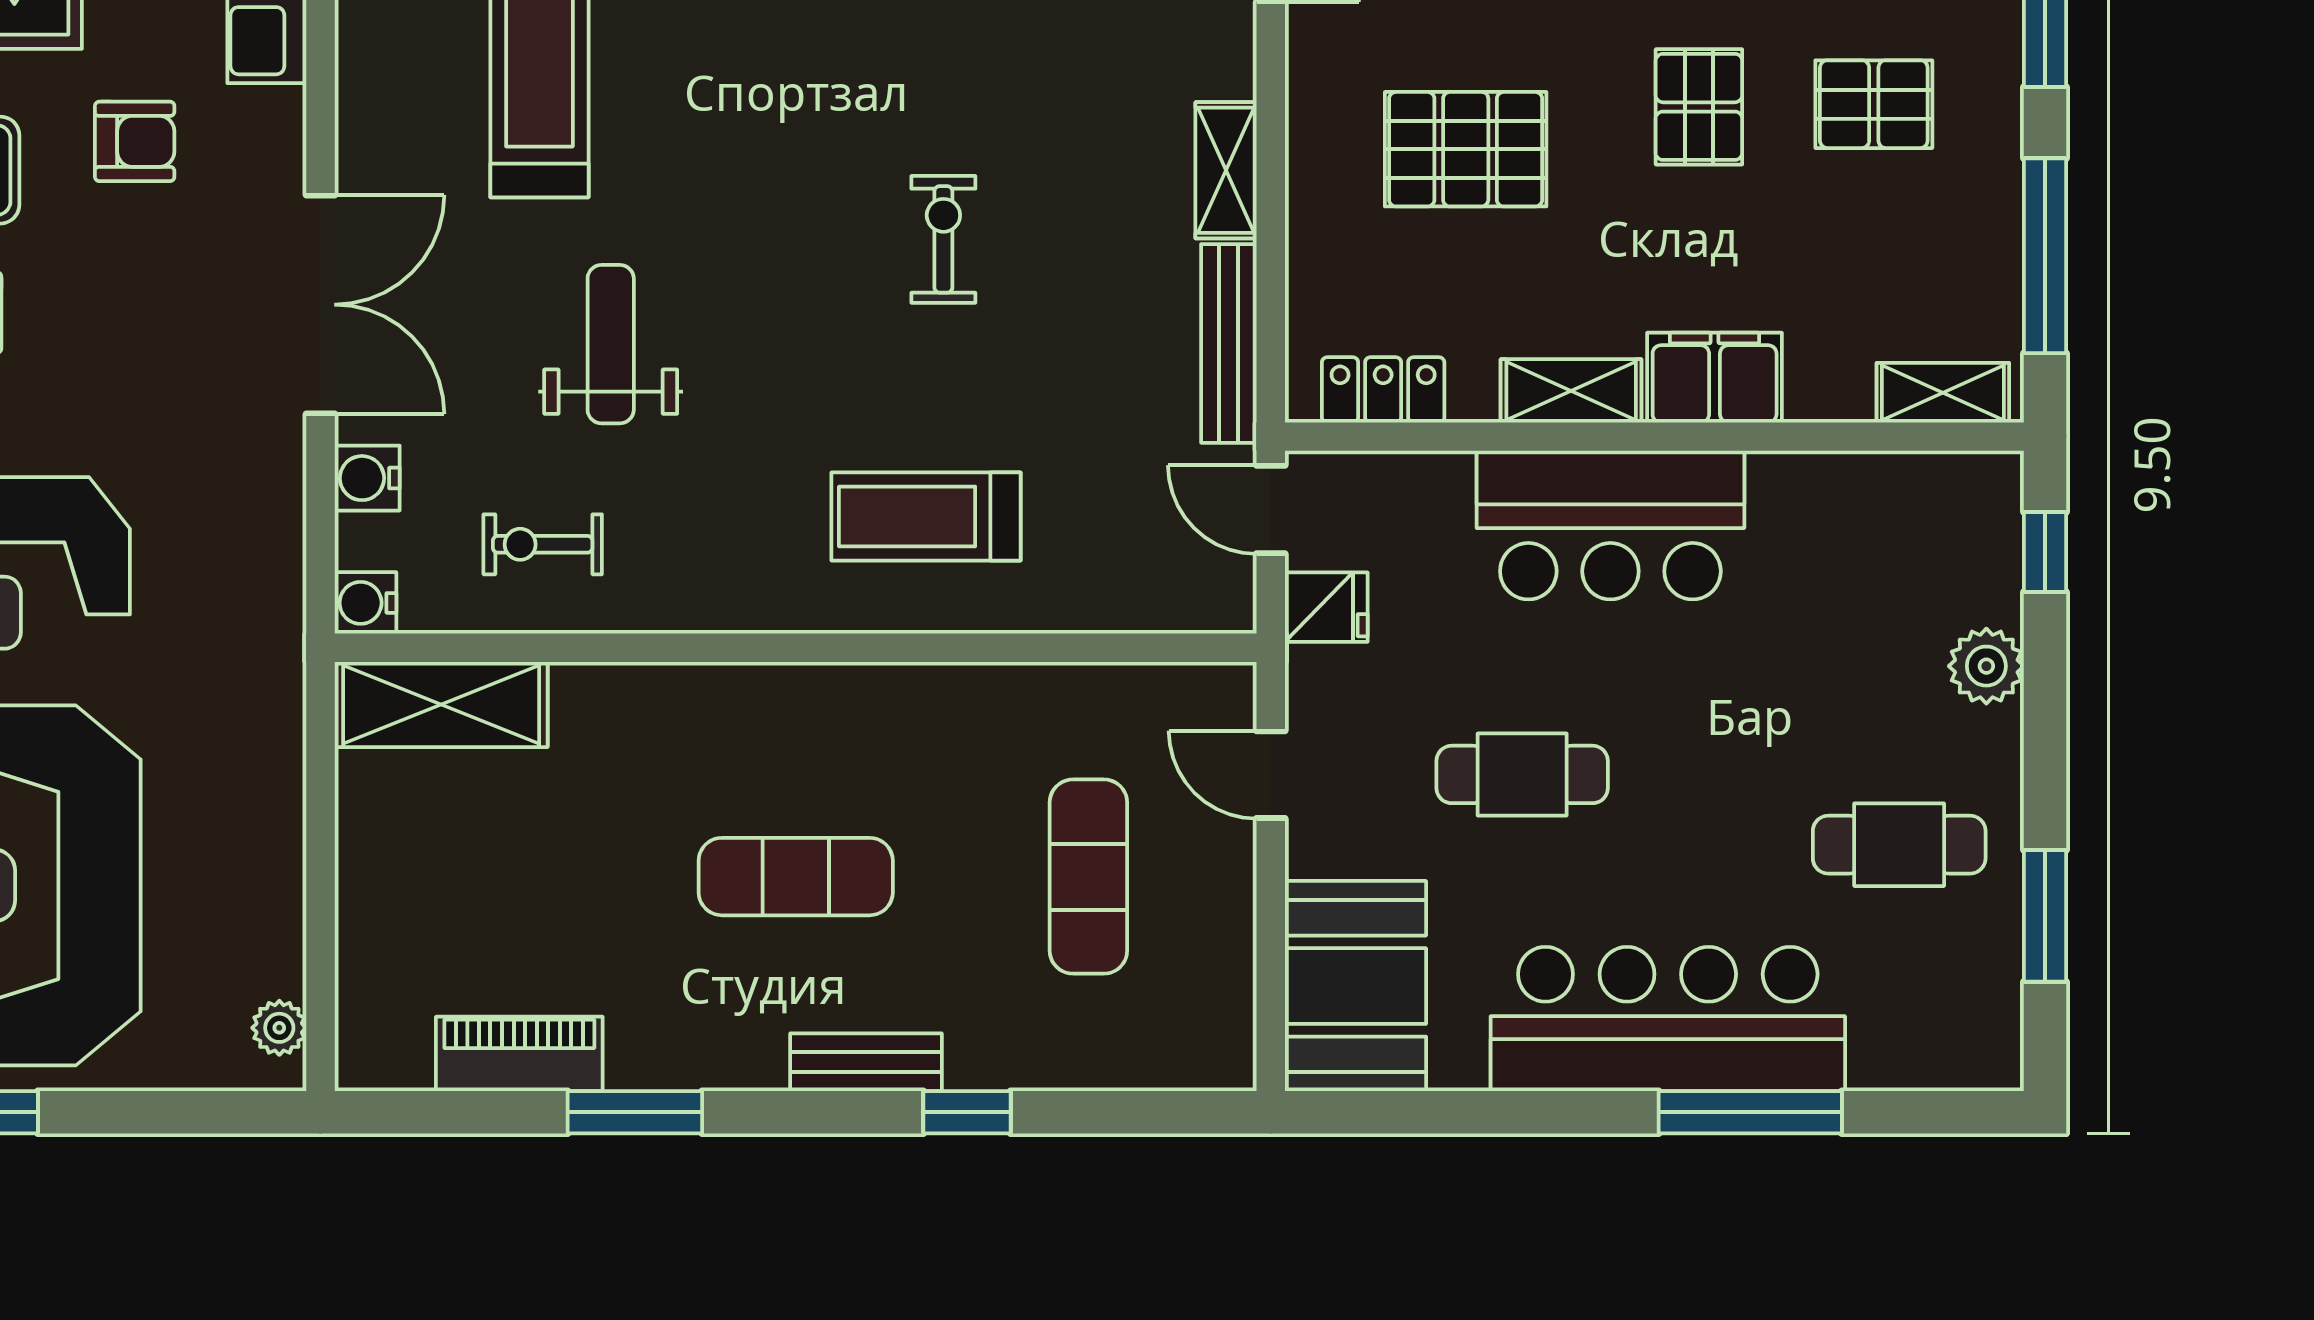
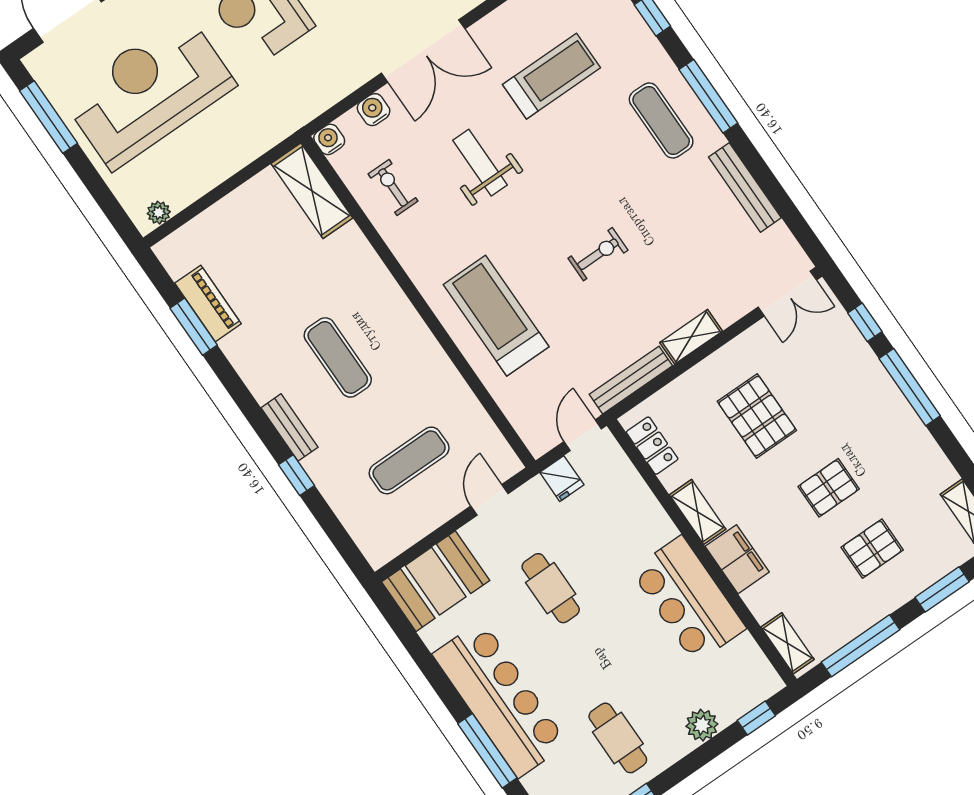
pallet: (1874, 104) -> (872, 549), turned 90
weight bench: (611, 344) -> (480, 163), turned -90
treadmill: (926, 517) -> (496, 316), width x1.37, depth x1.38
bar counter: (1610, 525) -> (688, 599), moved
window: (635, 1112) -> (194, 327), moved

